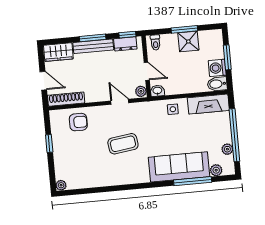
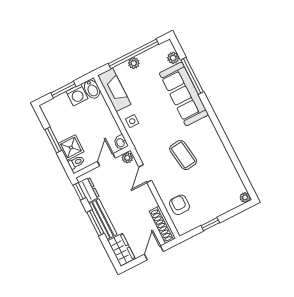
shower: (188, 41) -> (71, 148), moved
plant: (227, 149) -> (134, 63), moved

